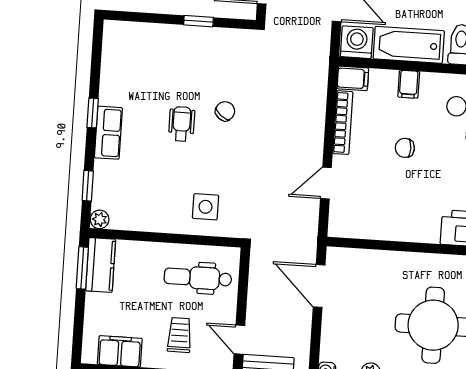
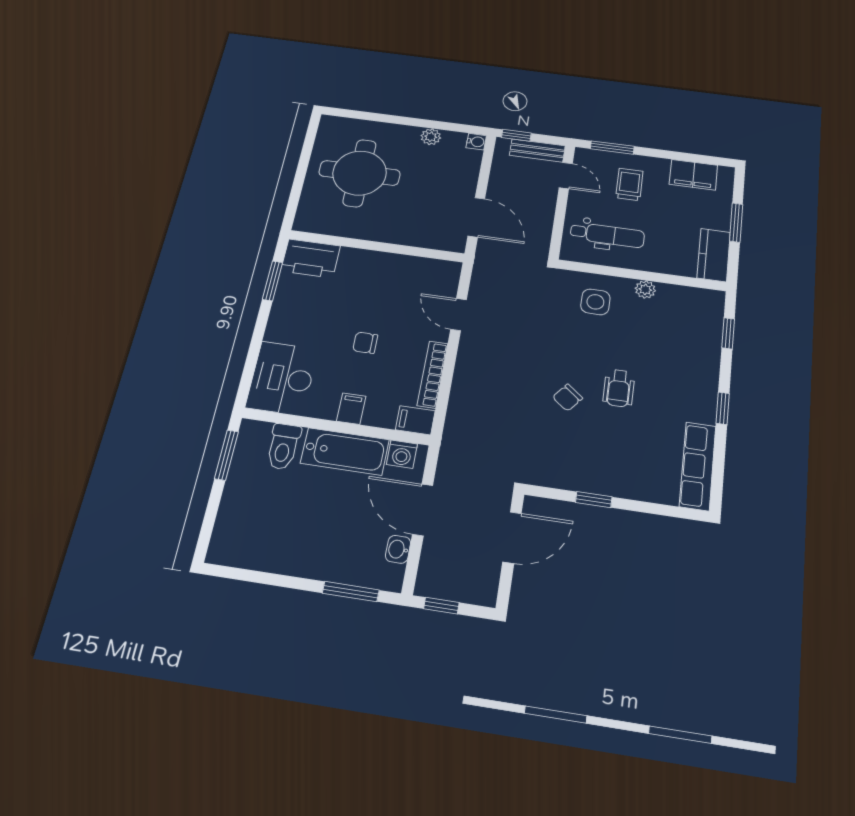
washing machine: (357, 42) -> (402, 454), width x0.73, depth x0.73
row of seats: (108, 133) -> (698, 466), moved, width x1.48
chair: (405, 148) -> (365, 343), turned 180
door: (326, 183) -> (458, 315), swing flipped
plant: (100, 219) -> (645, 289), moved
window: (82, 268) -> (736, 223), moved
trolley: (179, 335) -> (629, 184), turned 180

